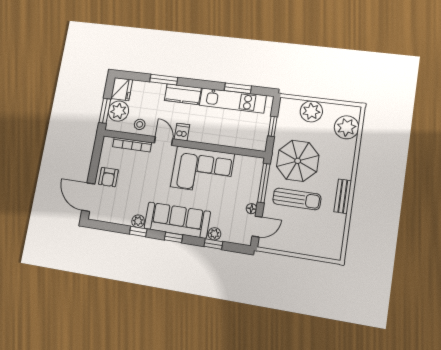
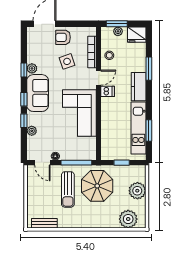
plant: (118, 111) -> (118, 31), width x0.53, depth x0.53
side table: (138, 176) -> (67, 61), added
bench: (343, 196) -> (44, 223), moved
sofa: (177, 220) -> (38, 93), width x0.73
window: (213, 244) -> (24, 121), moved

